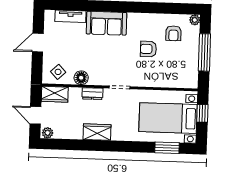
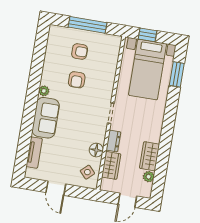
plant: (195, 20) -> (44, 91), moved
armchair: (173, 33) -> (80, 51), moved
wardrobe: (55, 94) -> (111, 165), moved
wardrobe: (97, 132) -> (150, 156), moved
plant: (48, 133) -> (149, 177), moved

